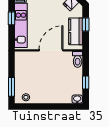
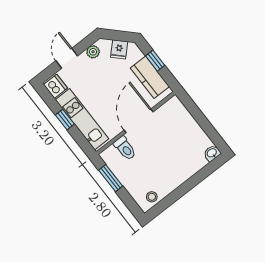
toilet: (78, 59) -> (125, 148), moved
window: (86, 83) -> (207, 127), removed
window: (11, 87) -> (111, 178), moved

